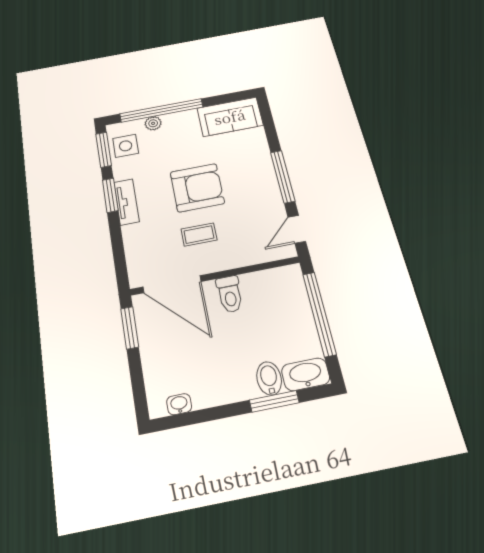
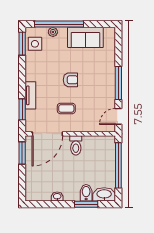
sofa: (230, 117) -> (85, 37), moved
armchair: (197, 188) -> (70, 80), width x0.53, depth x0.53
window: (110, 195) -> (22, 109), moved
tv unit: (126, 202) -> (30, 95), moved
door: (172, 284) -> (47, 134), hinge flipped
washbasin: (179, 404) -> (57, 197), moved

